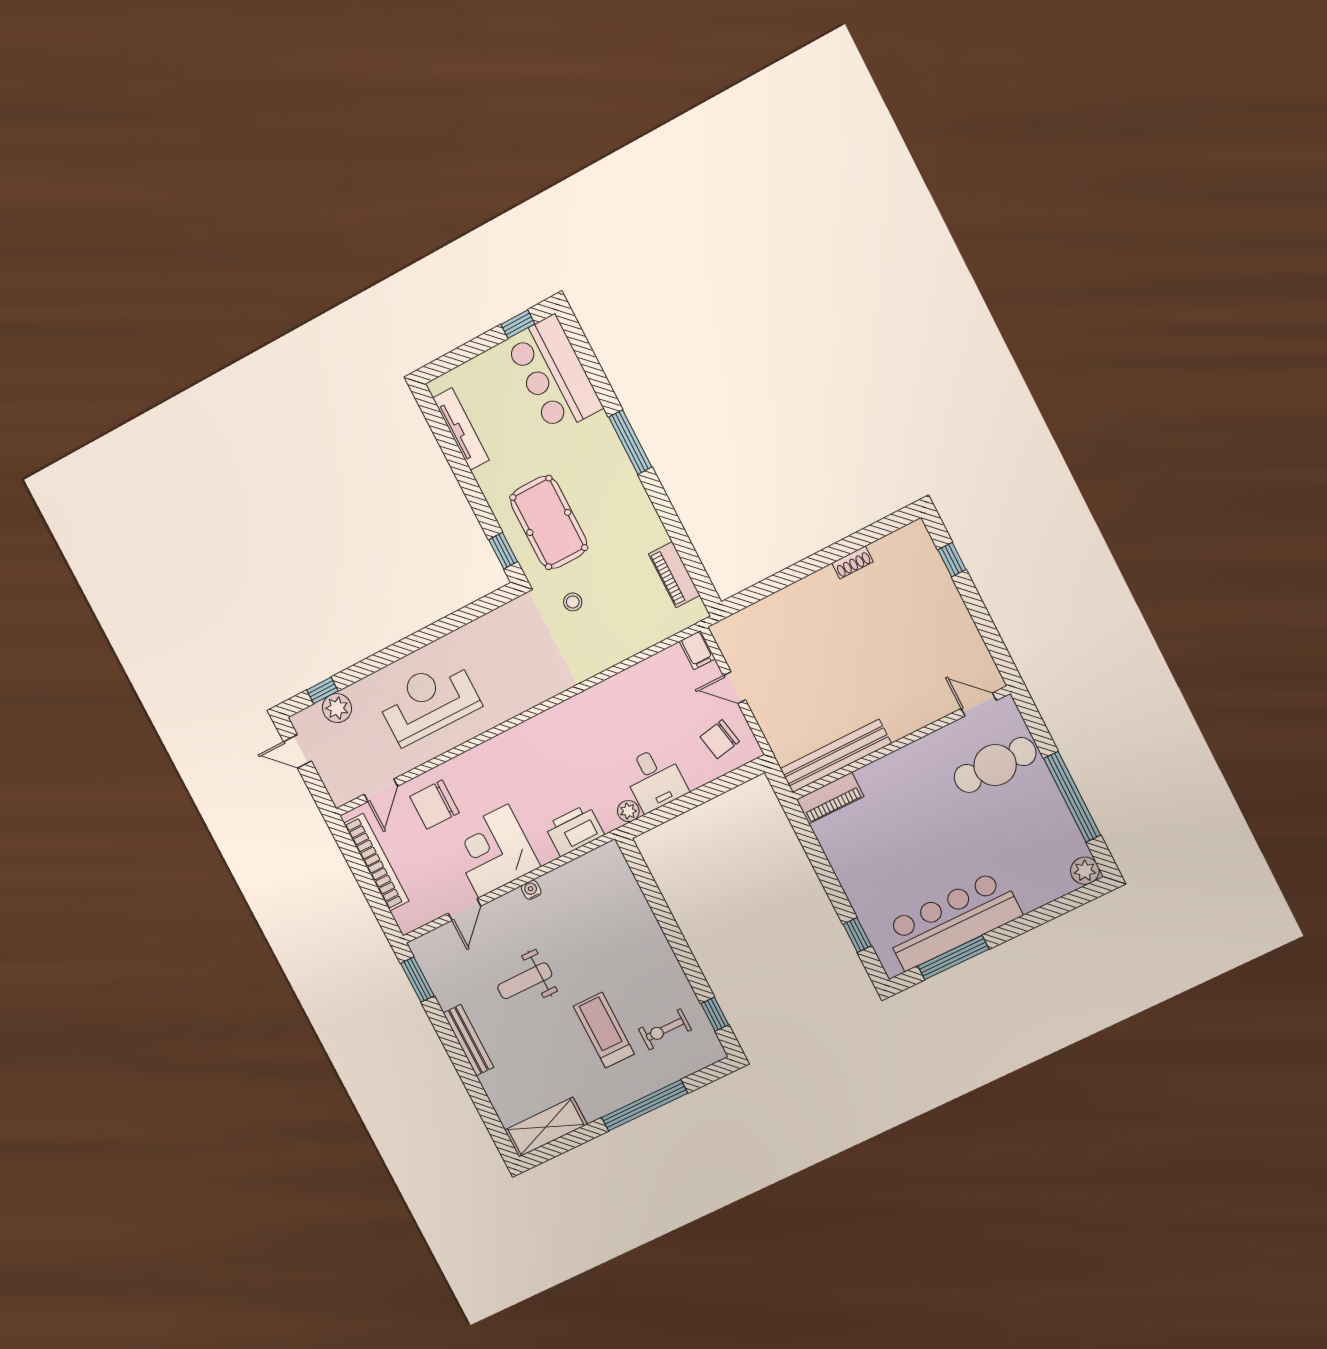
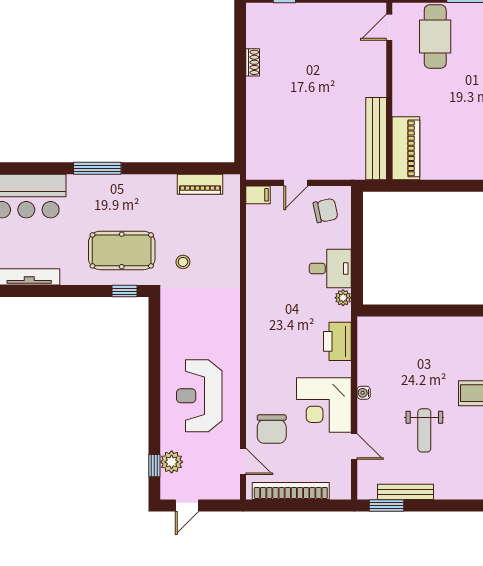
chair: (720, 739) -> (326, 211), turned -91
piano: (830, 798) -> (406, 148), width x1.37, depth x1.33
bench: (468, 1040) -> (405, 492), moved

